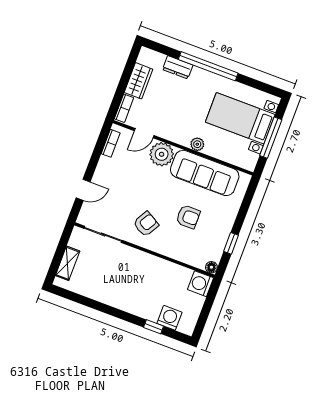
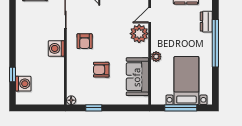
door: (144, 133) -> (150, 15), hinge flipped
sofa: (205, 173) -> (137, 77), width x0.73
armchair: (188, 217) -> (101, 70), turned 90
armchair: (146, 224) -> (85, 41), turned 60
washing machine: (200, 284) -> (56, 48), moved, turned -90

